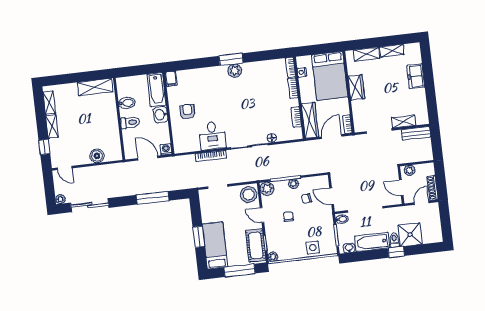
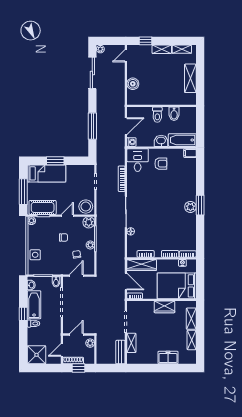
shelving: (95, 87) -> (190, 78), moved
desk: (212, 136) -> (138, 160), moved, turned 90
window: (441, 181) -> (78, 368), added
door: (422, 203) -> (62, 350), swing flipped
shower: (410, 235) -> (36, 355), moved
window: (396, 252) -> (23, 314), moved

